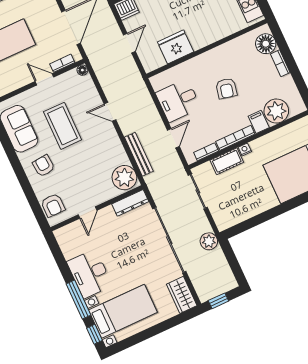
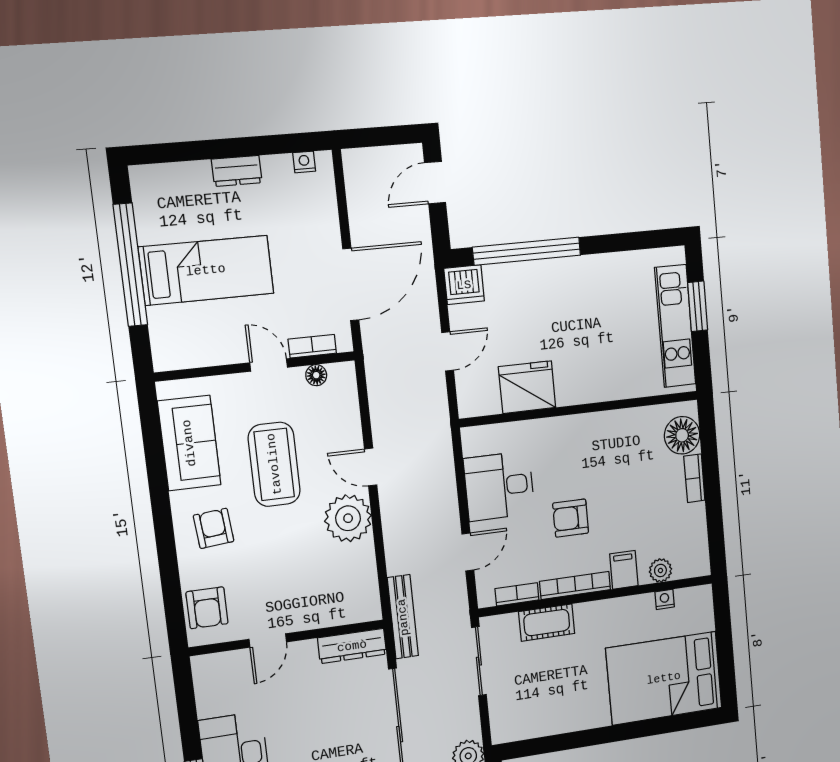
floor lamp: (82, 70) -> (316, 375), moved
armchair: (226, 88) -> (571, 518), moved, turned 78
plant: (276, 111) -> (660, 570), width x0.53, depth x0.53
nightstand: (245, 149) -> (665, 599), moved
bench: (139, 154) -> (403, 617), moved
plant: (124, 178) -> (348, 518), moved

